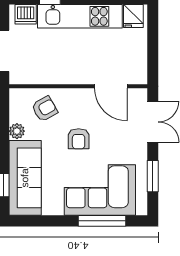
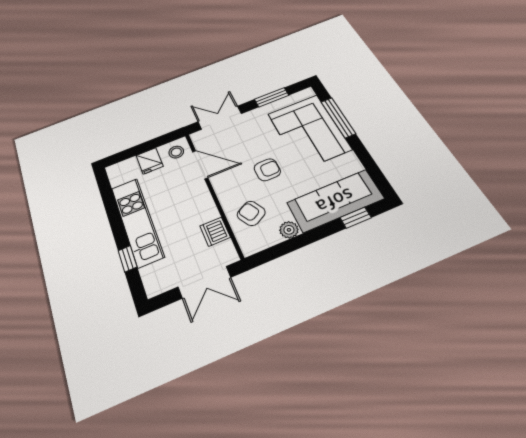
dishwasher: (26, 14) -> (215, 232), moved, turned 180
fridge: (133, 16) -> (150, 161), moved, turned 90
stool: (134, 71) -> (176, 152), added
door: (111, 86) -> (200, 165), hinge flipped

